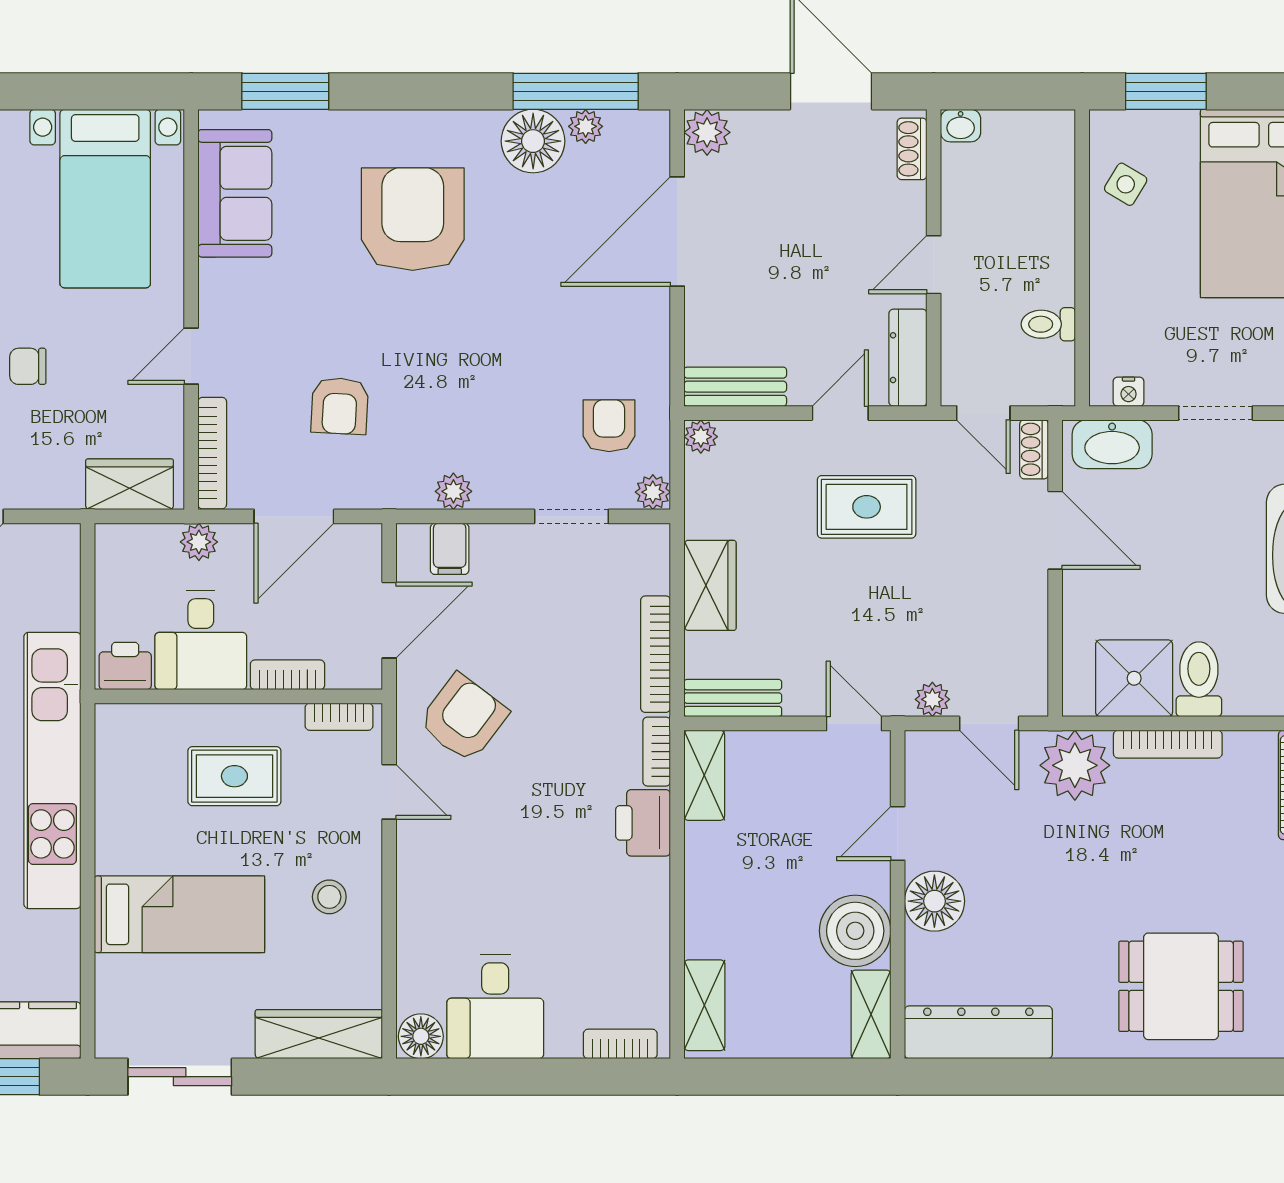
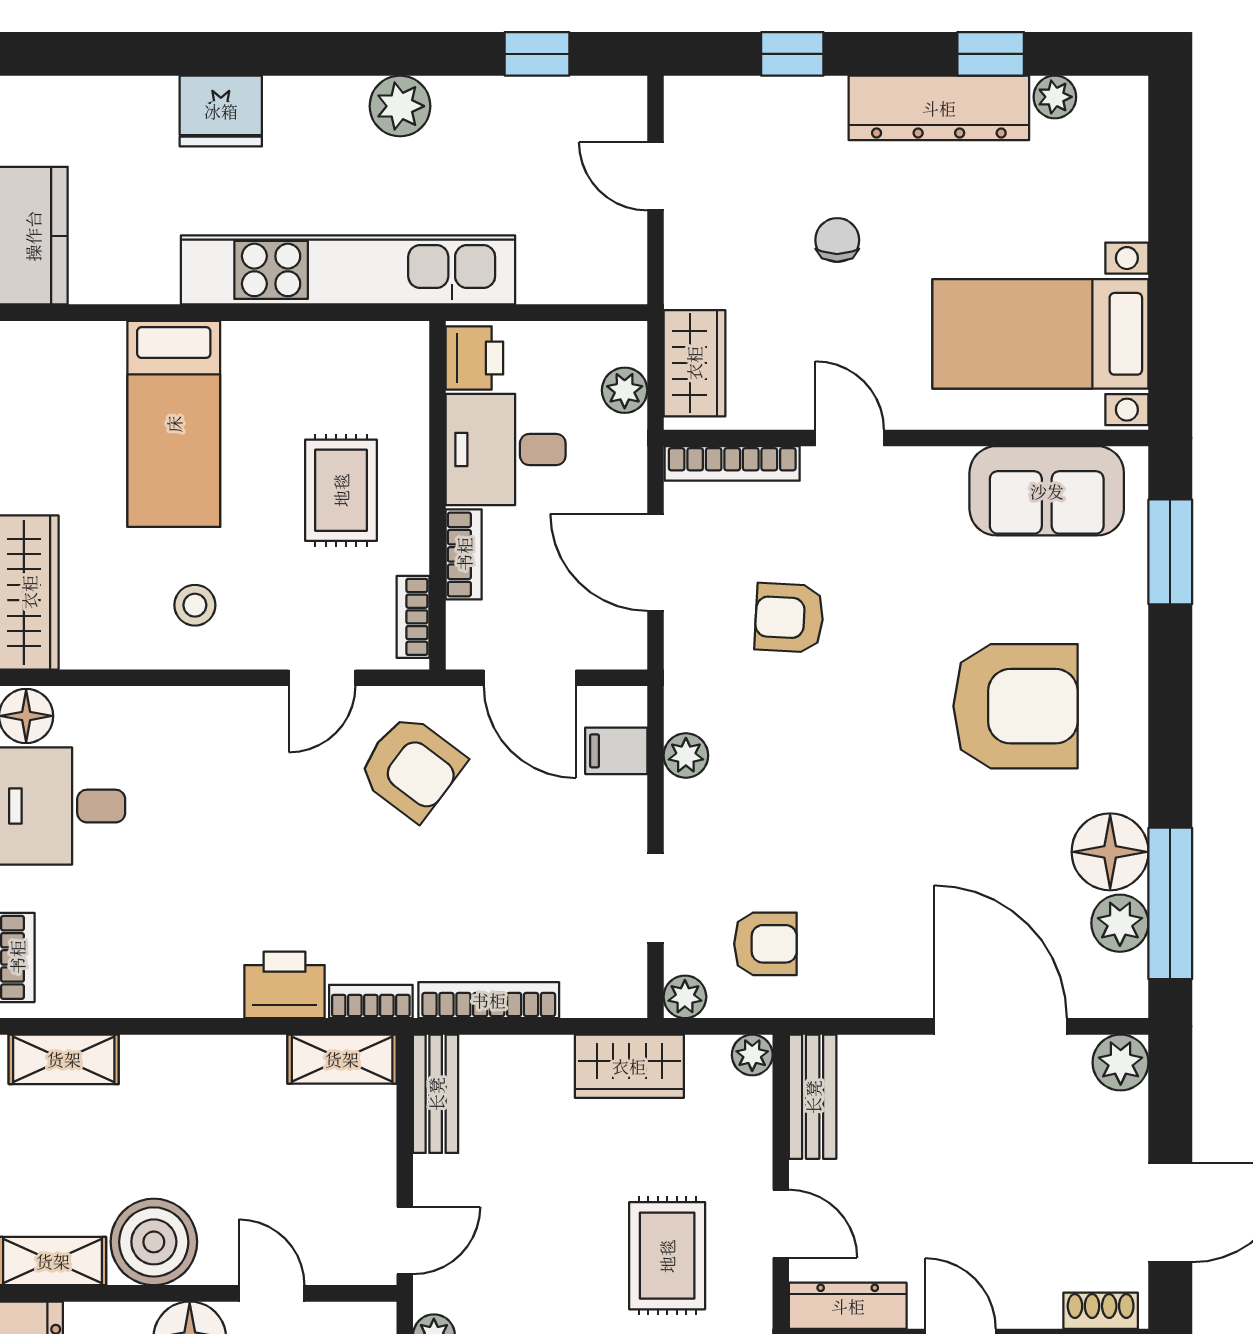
plant: (586, 126) -> (1120, 923), width x1.38, depth x1.38
plant: (199, 542) -> (625, 390), moved
wardrobe: (710, 585) -> (629, 1066), moved

